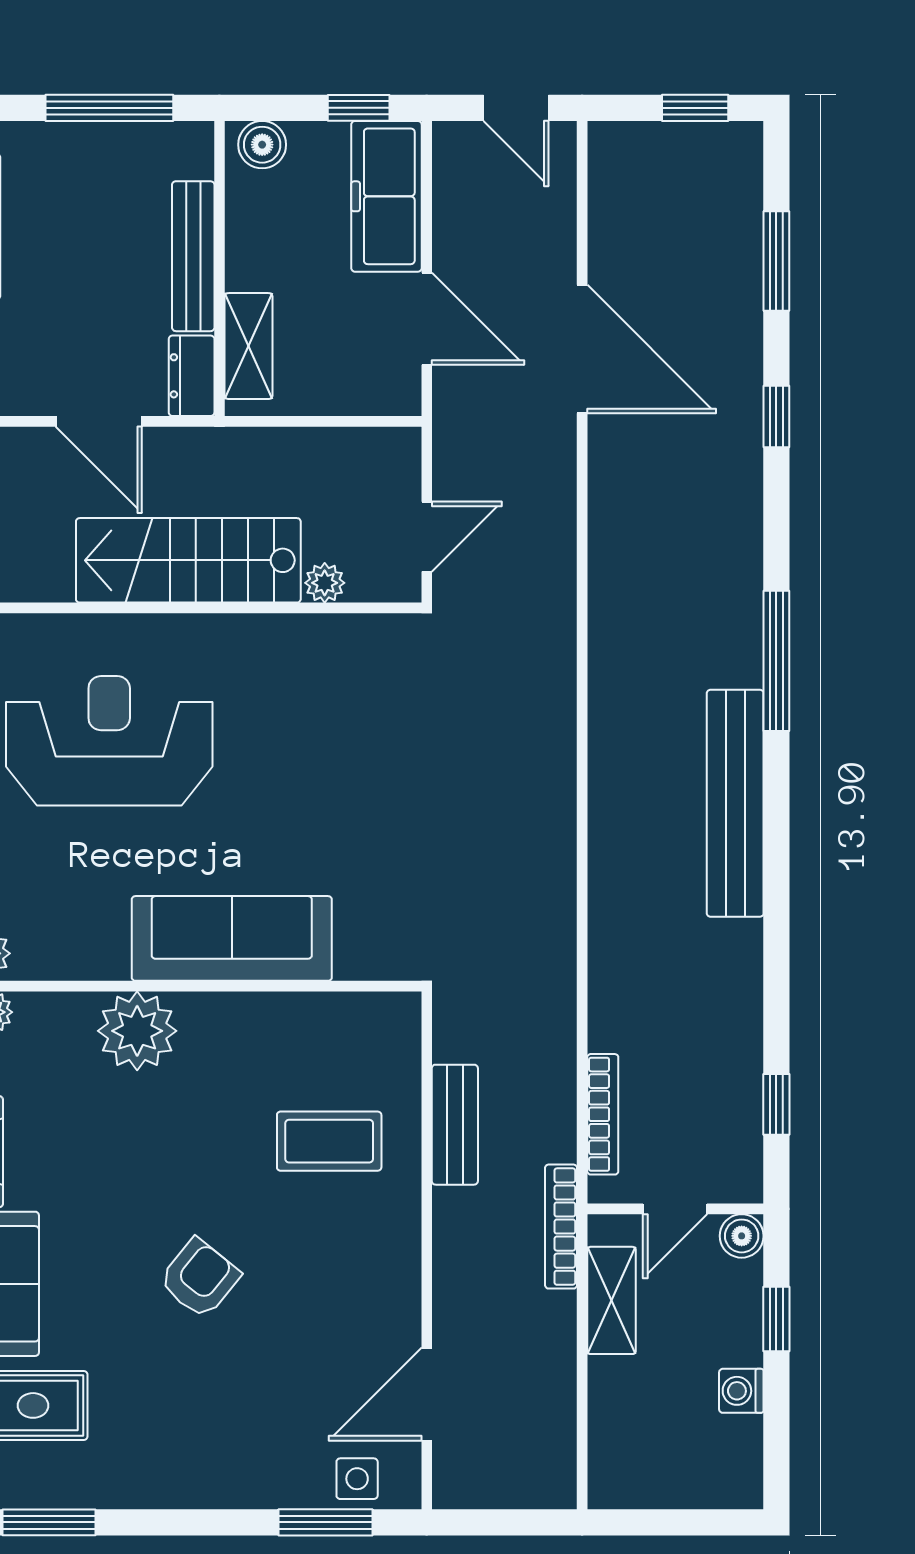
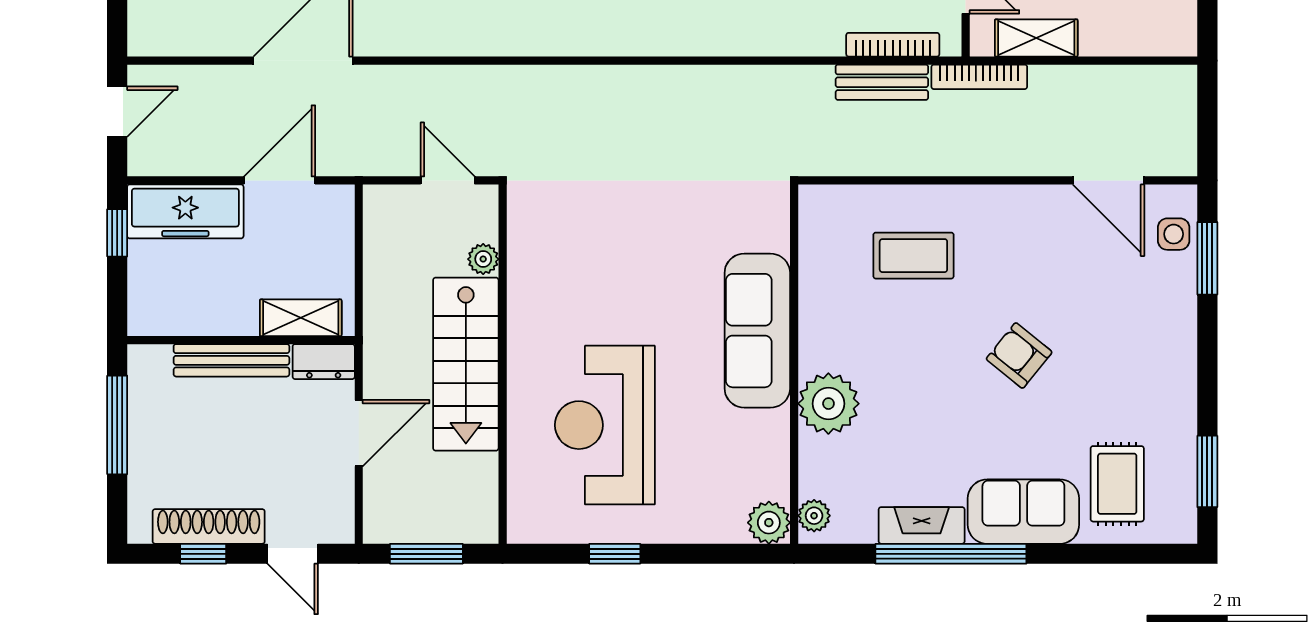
boiler: (262, 145) -> (146, 307), removed
bench: (455, 1125) -> (882, 82), moved
coffee table: (329, 1141) -> (913, 256), turned 90

